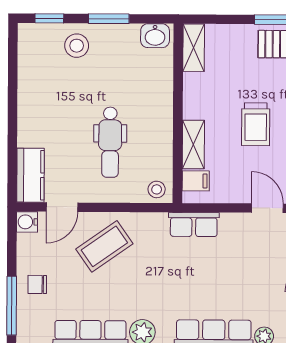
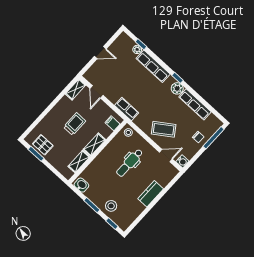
shelving: (194, 48) -> (79, 162), moved
dental chair: (110, 142) -> (130, 163), turned 180
shelving: (193, 145) -> (94, 145), moved
kitchen counter: (30, 175) -> (151, 194), moved

